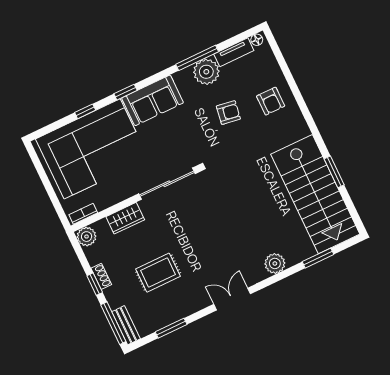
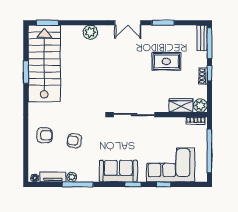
plant: (206, 72) -> (72, 177), width x0.53, depth x0.53
armchair: (271, 101) -> (44, 135), turned 90
corner sofa: (92, 149) -> (171, 165), width x0.73, depth x0.74
window: (47, 183) -> (209, 151), added
wardrobe: (125, 218) -> (181, 105), moved
window: (318, 258) -> (47, 23), moved
window: (171, 328) -> (163, 23), moved

